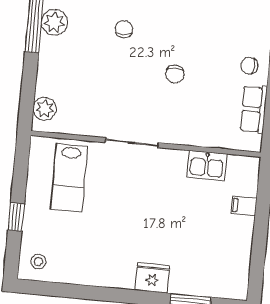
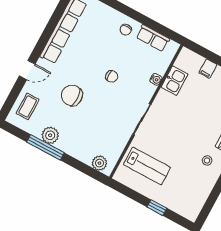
chair: (124, 29) -> (72, 95), width x1.87, depth x1.87
water cooler: (197, 138) -> (156, 79), added
stool: (38, 261) -> (207, 160), moved

